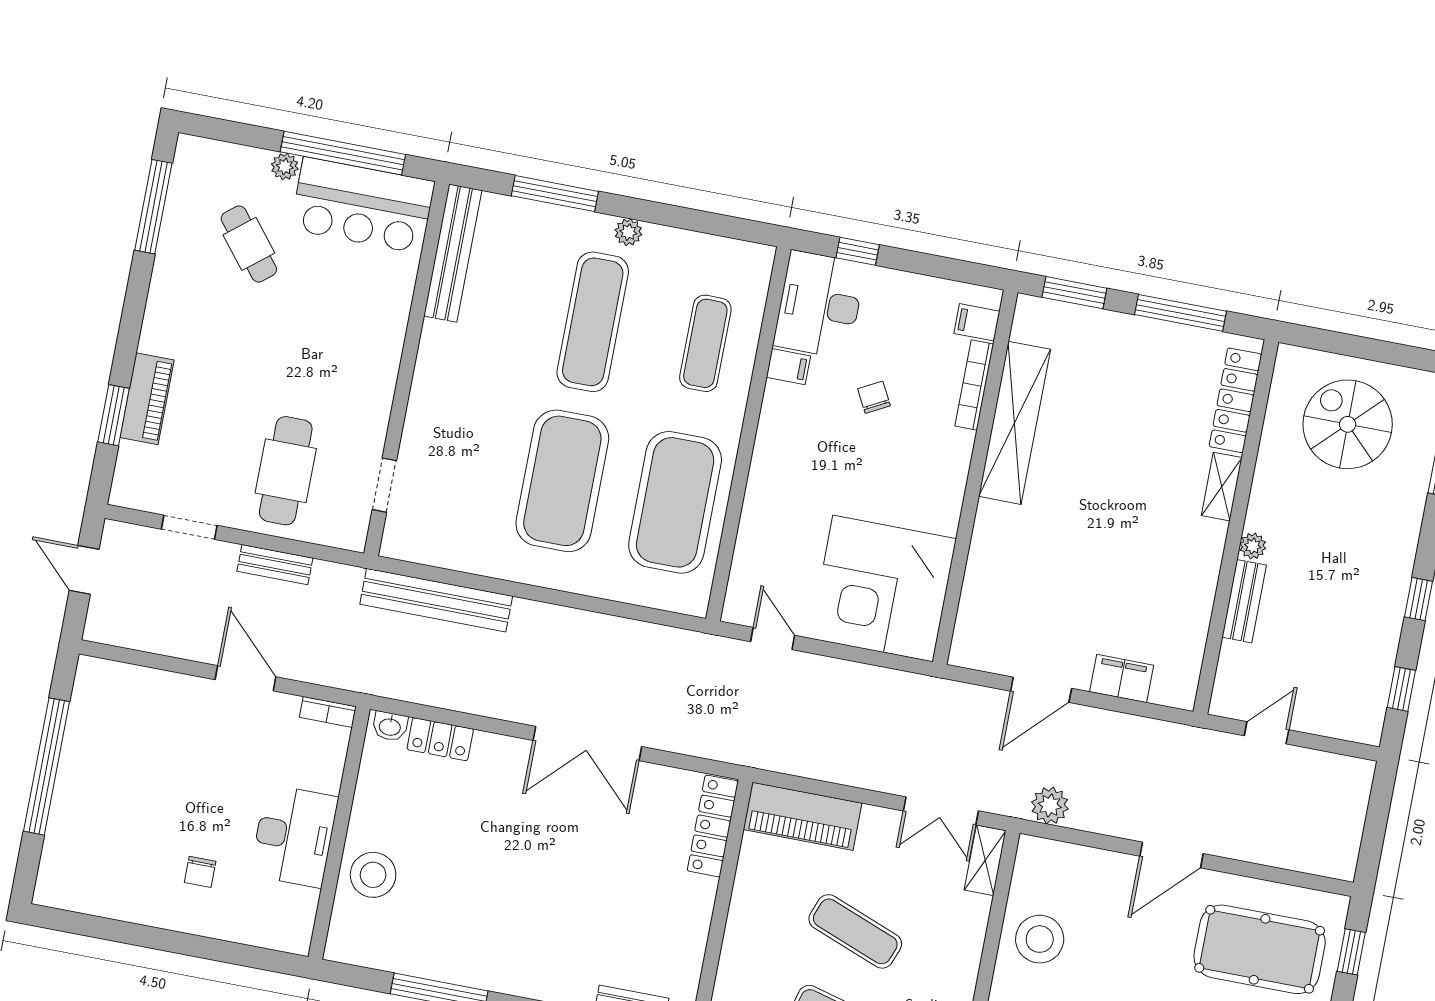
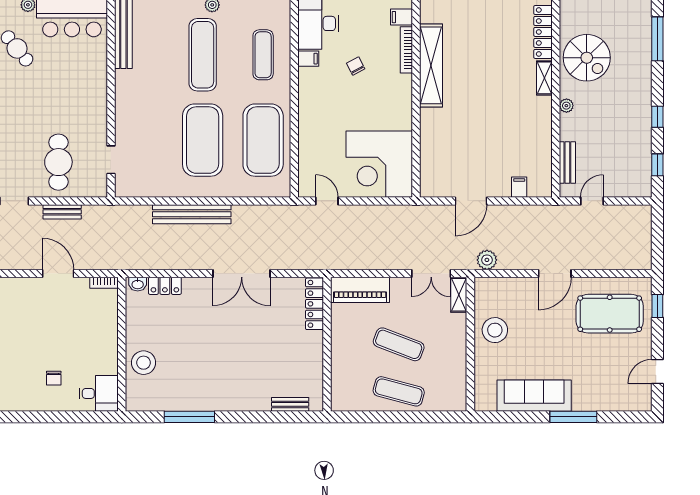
spiral stairs: (1348, 424) -> (587, 58), moved, turned 180
bench: (436, 600) -> (192, 214), moved
bench: (1244, 601) -> (567, 162), moved
filing cabinet: (1122, 678) -> (519, 187), width x0.50
desk: (294, 836) -> (99, 393), moved, width x0.73

